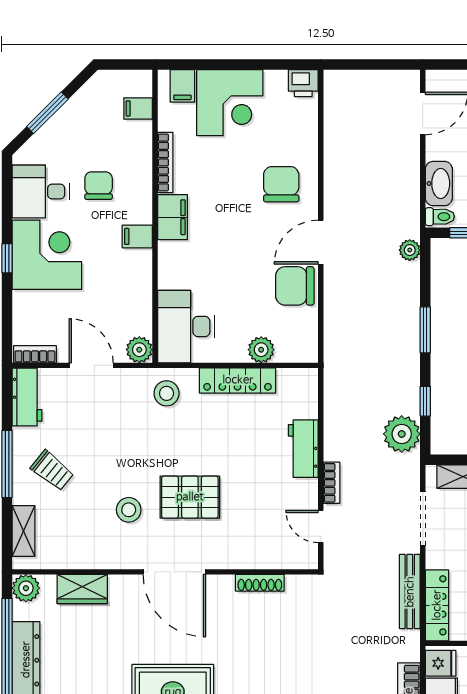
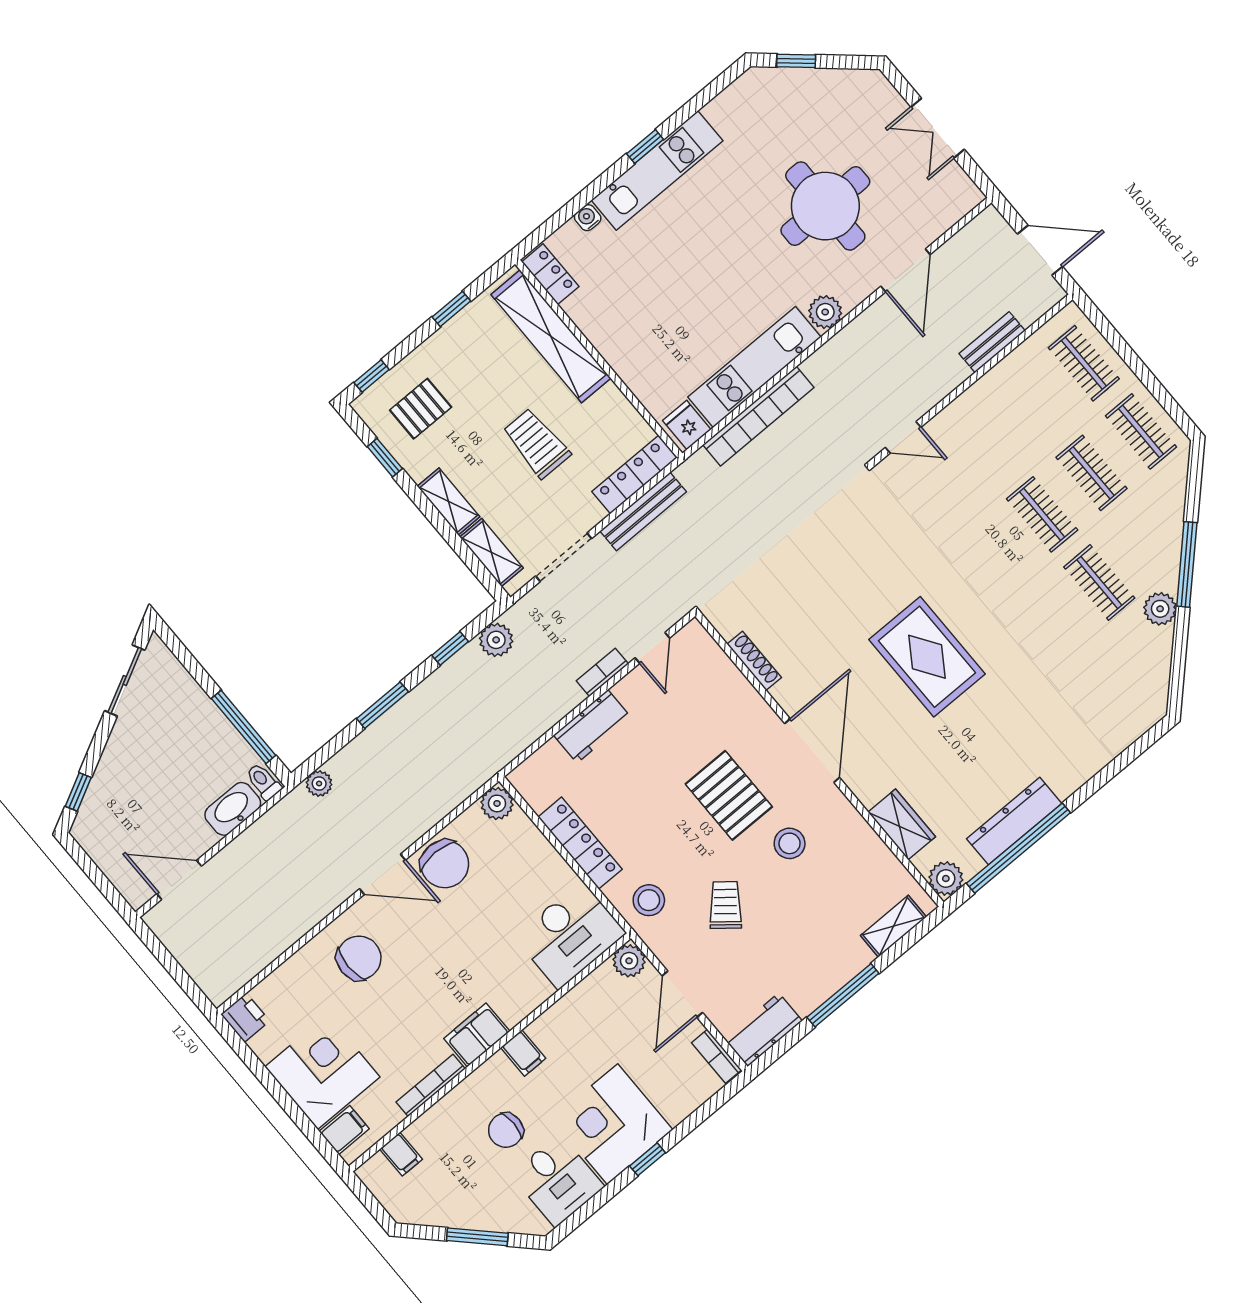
chair: (281, 184) -> (359, 958), turned 180
plant: (261, 350) -> (497, 803), moved
plant: (402, 434) -> (496, 640), width x0.73, depth x0.73
trolley: (52, 470) -> (725, 905), moved

